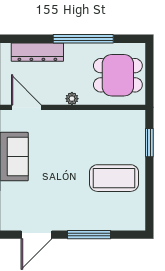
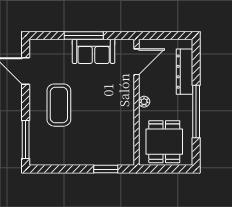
coffee table: (114, 178) -> (59, 105), moved
window: (89, 235) -> (26, 140), moved

